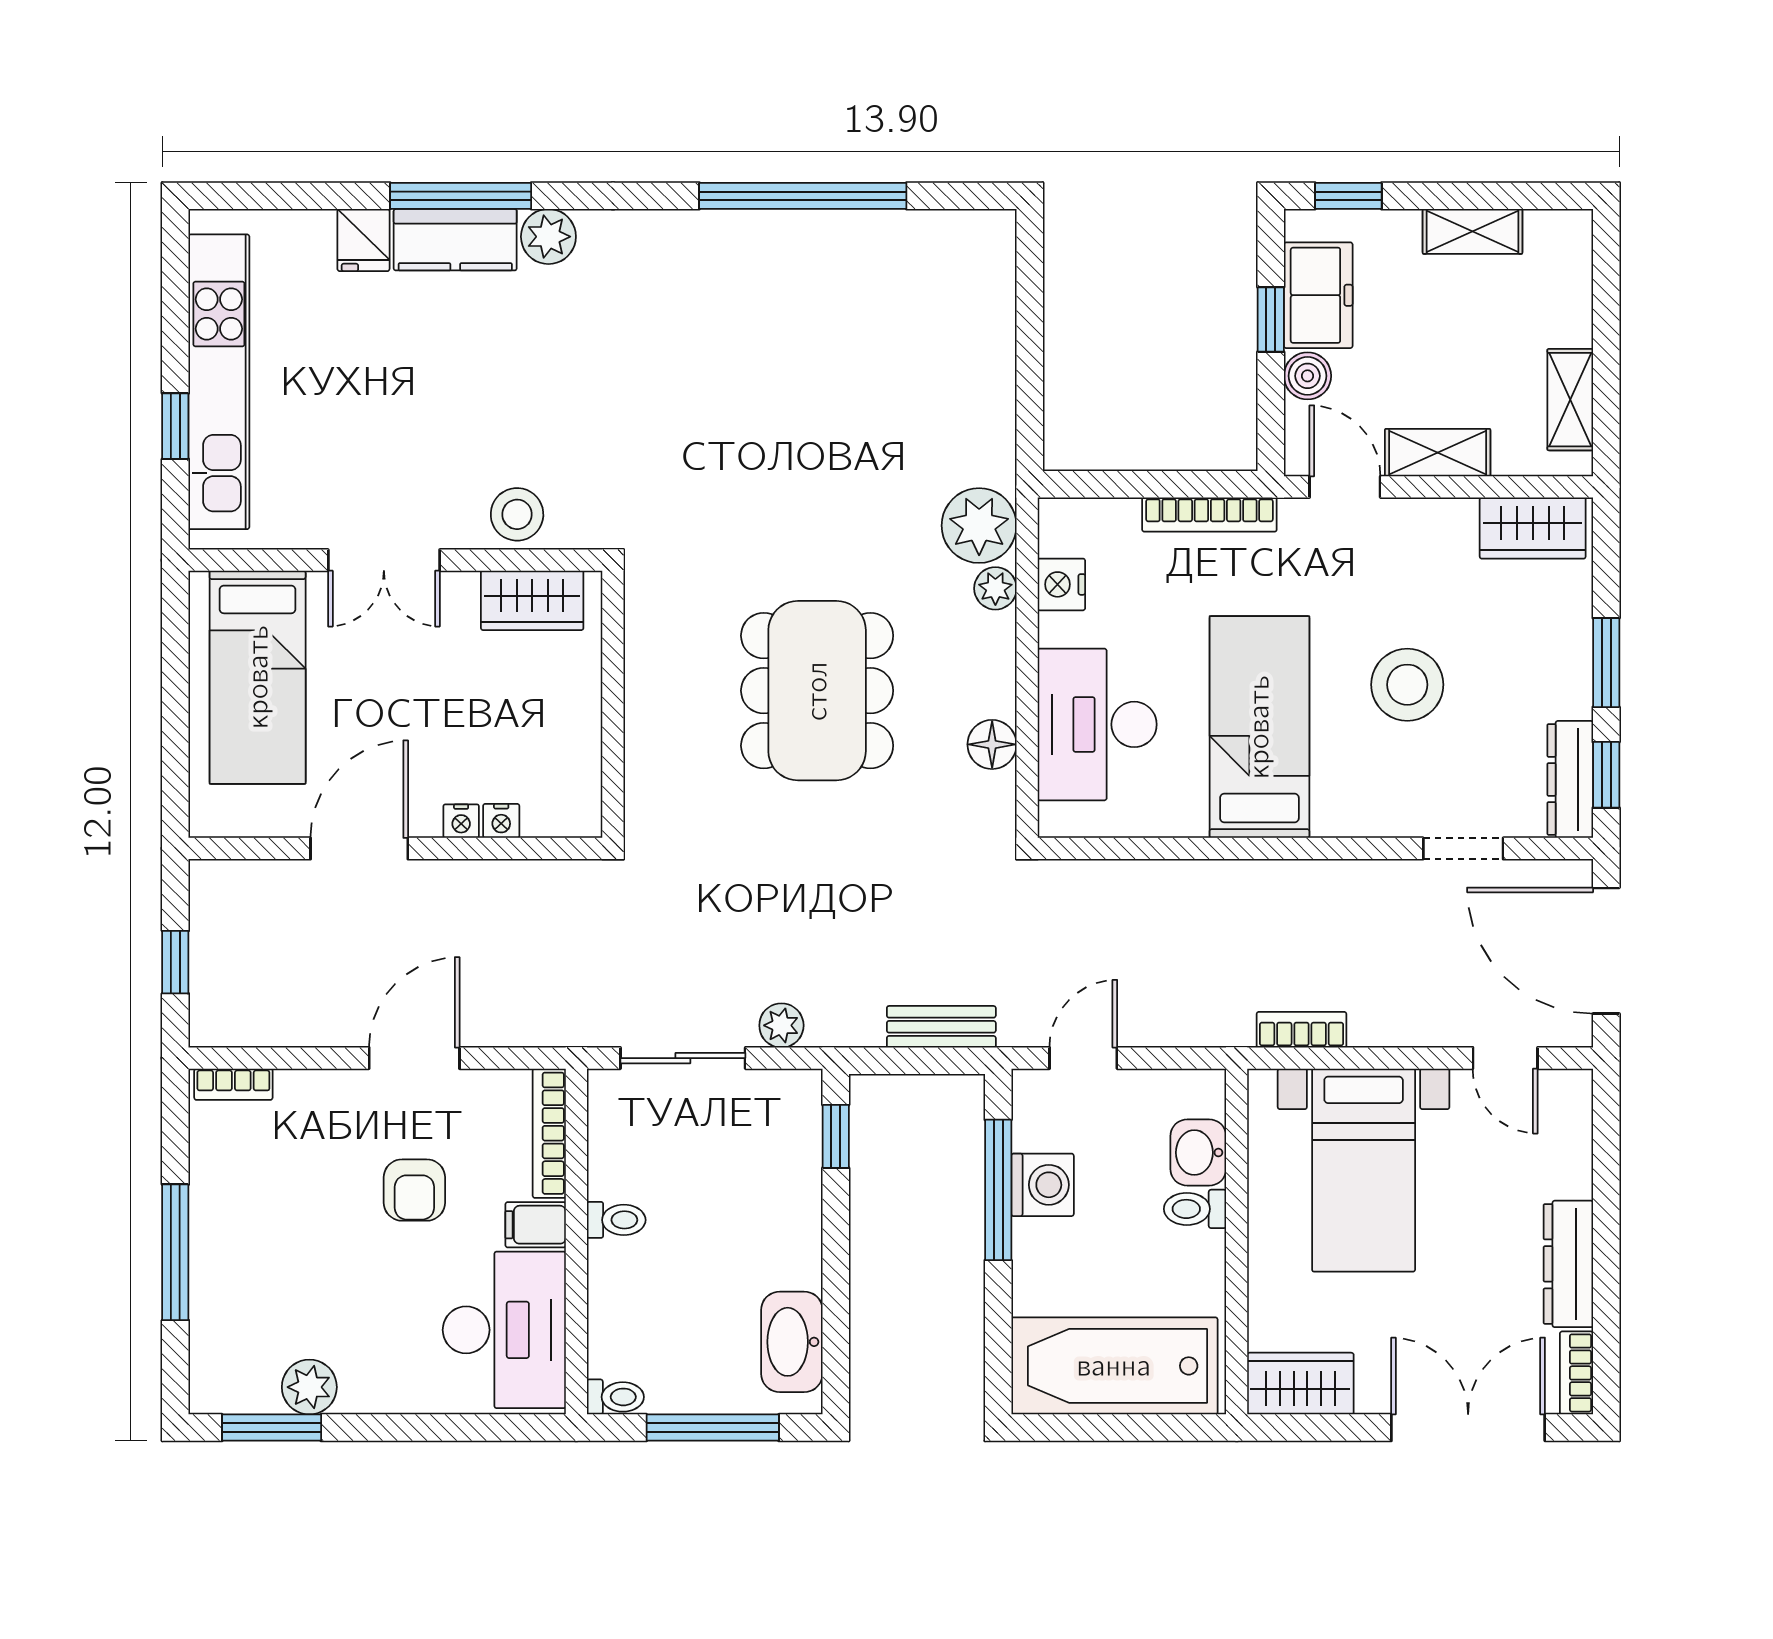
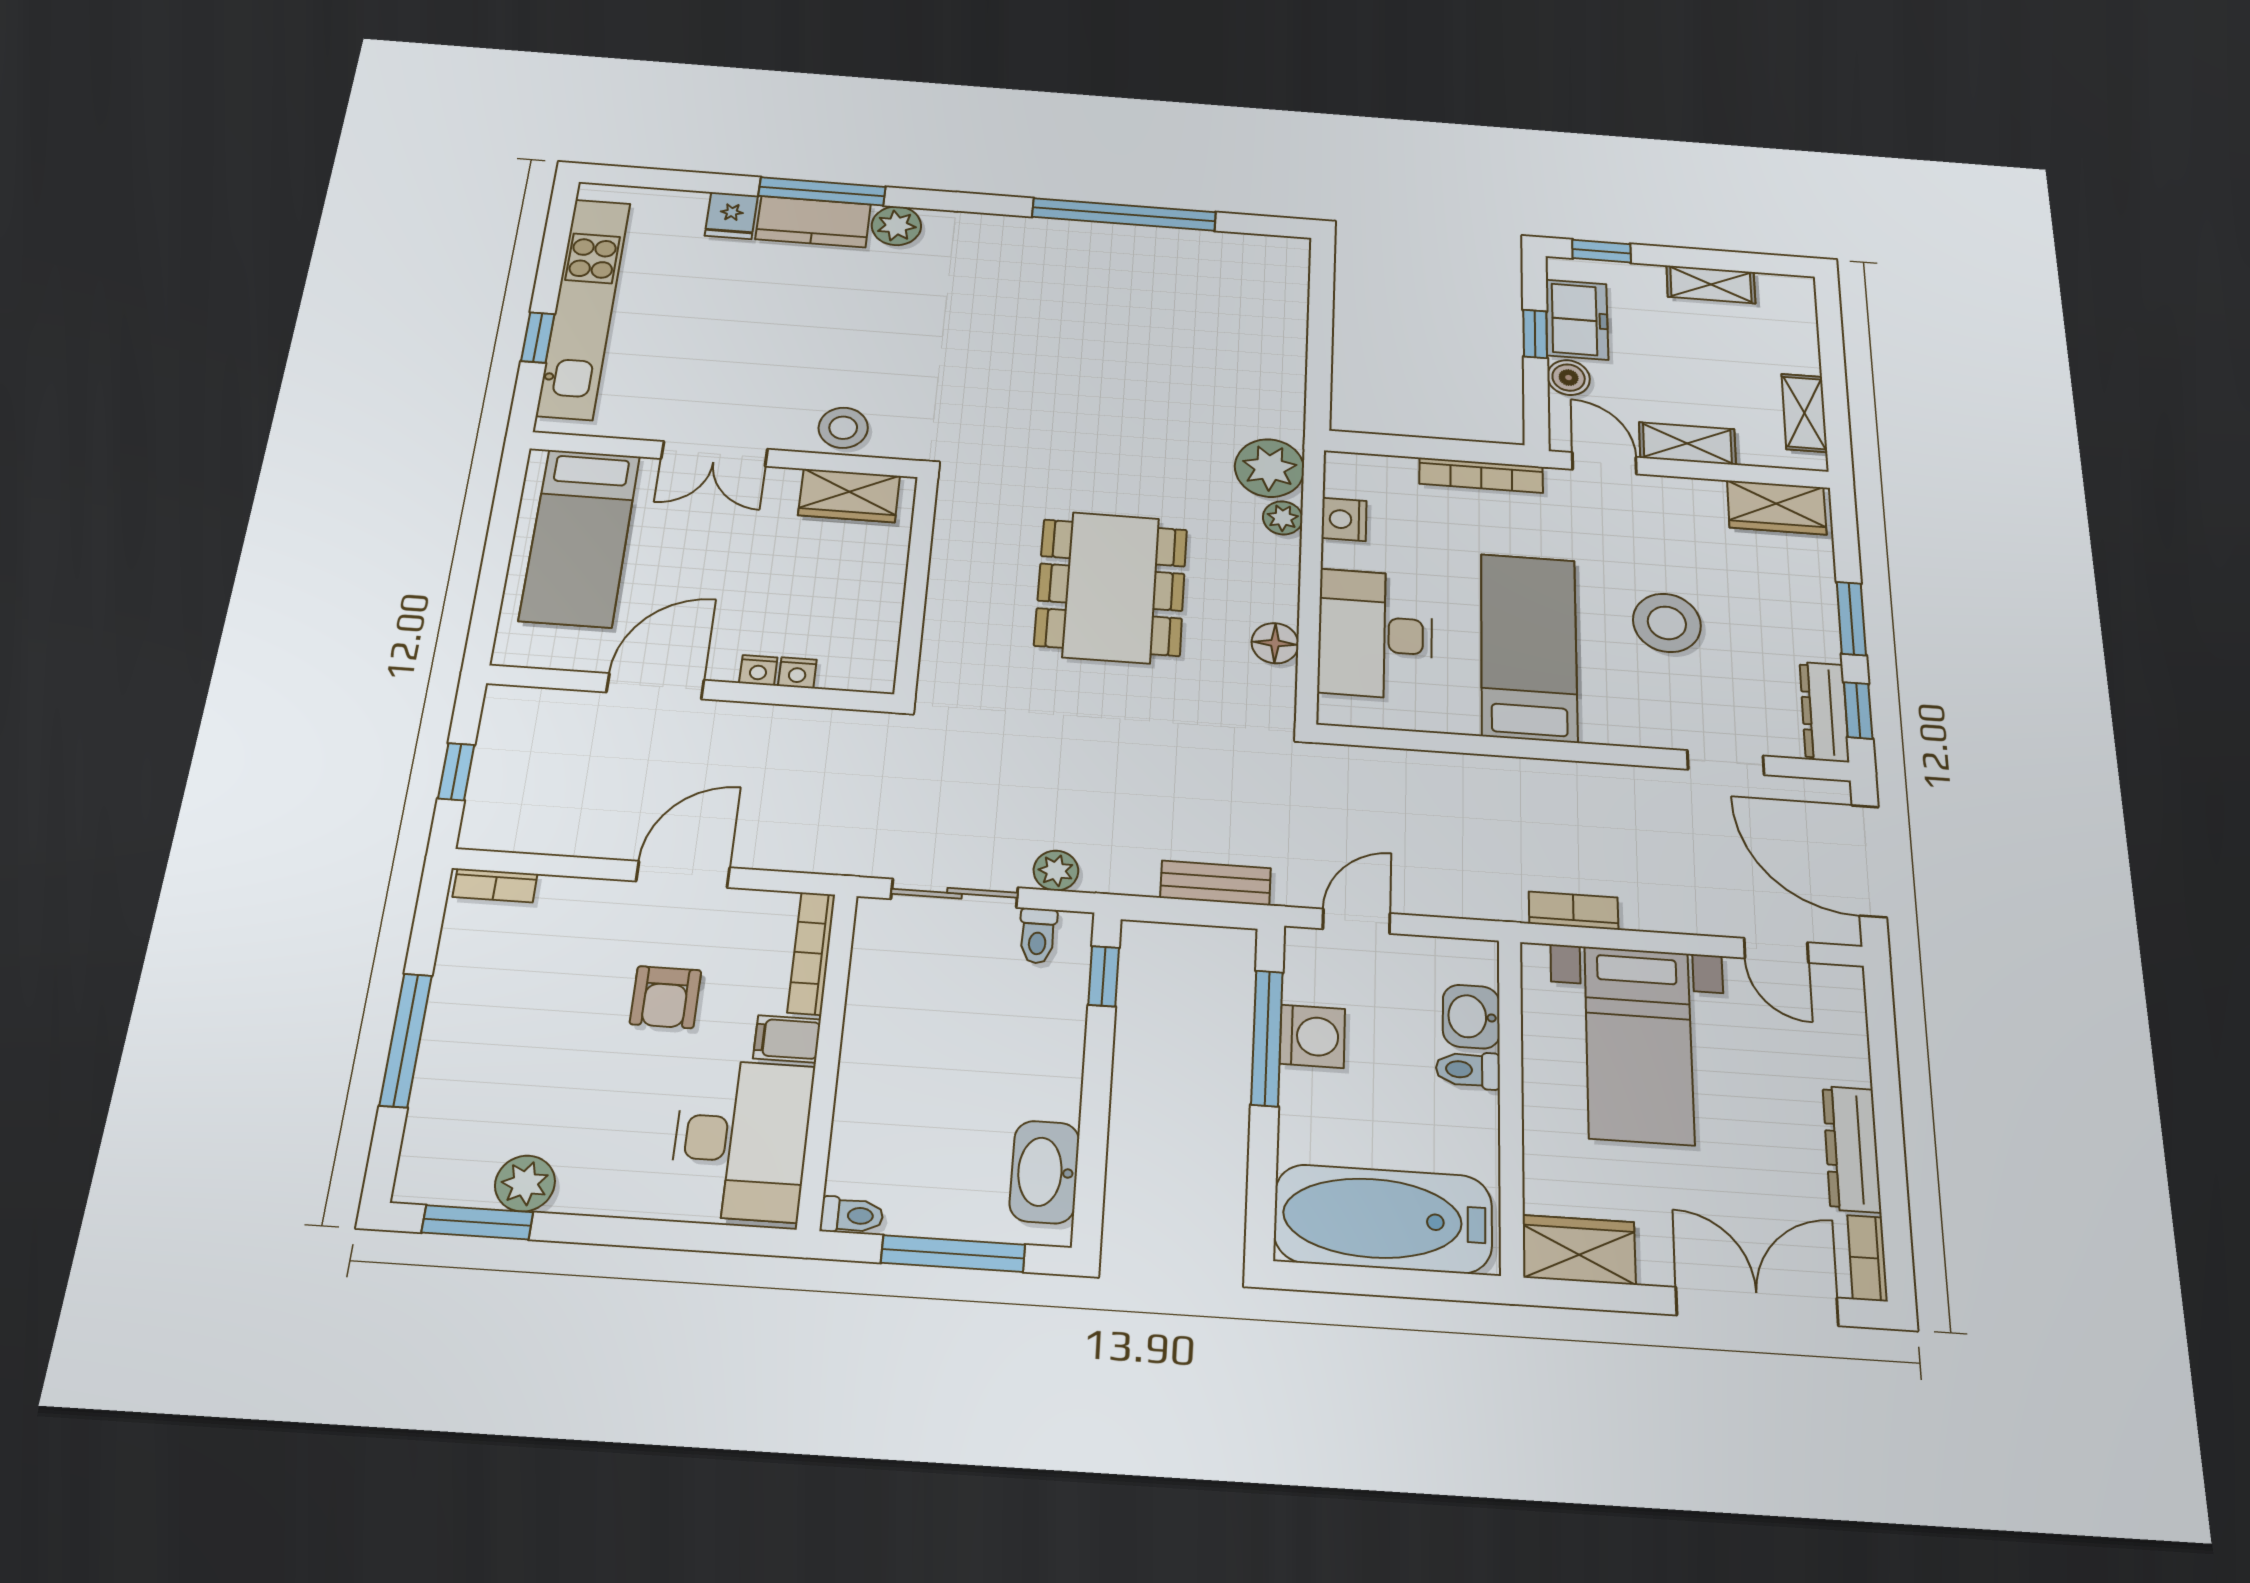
toilet: (616, 1220) -> (1038, 936), moved, turned 90

